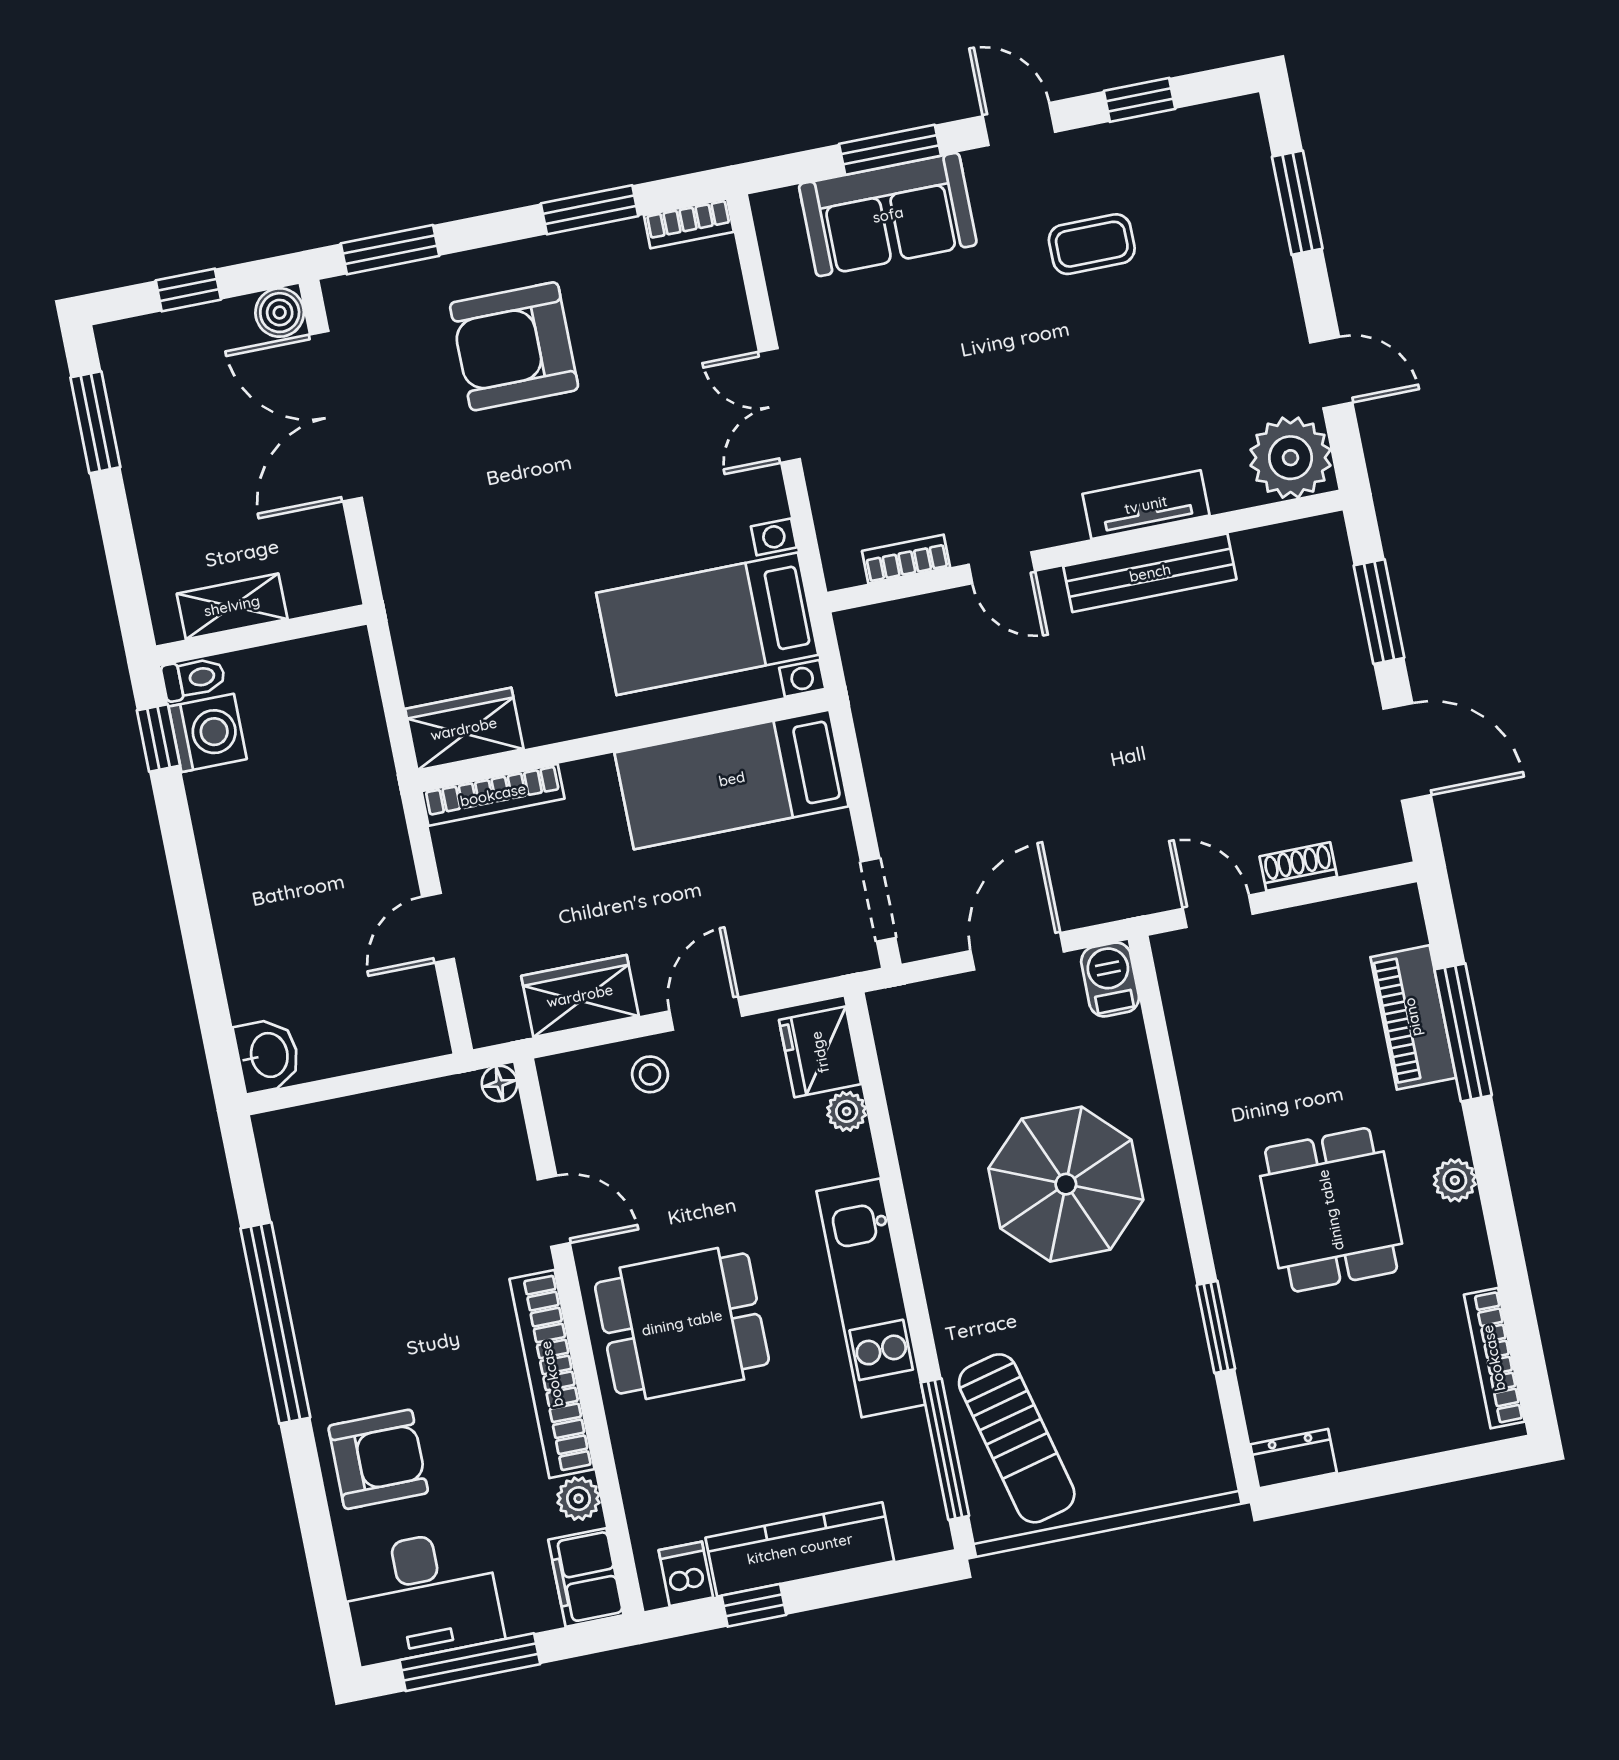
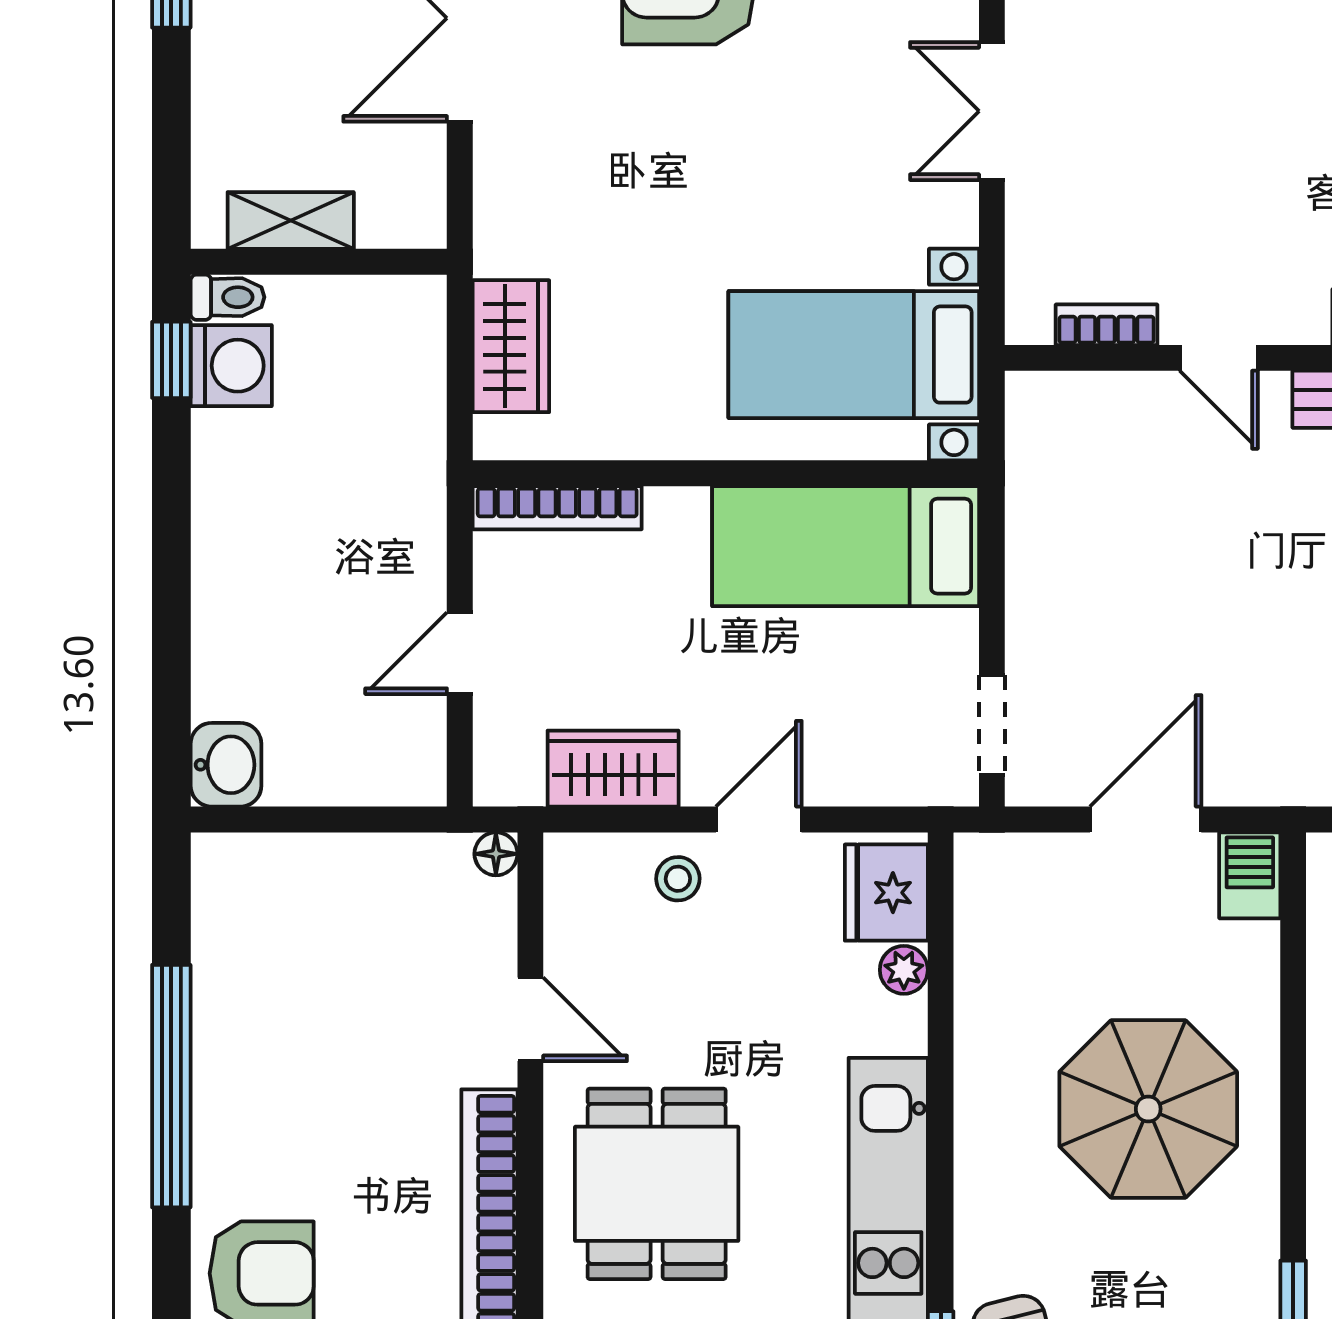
wardrobe: (464, 729) -> (511, 346), moved, turned 90
dining table: (682, 1323) -> (657, 1184), turned 90

